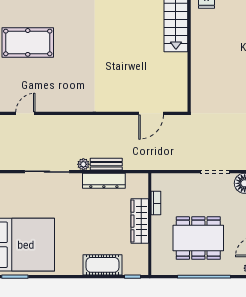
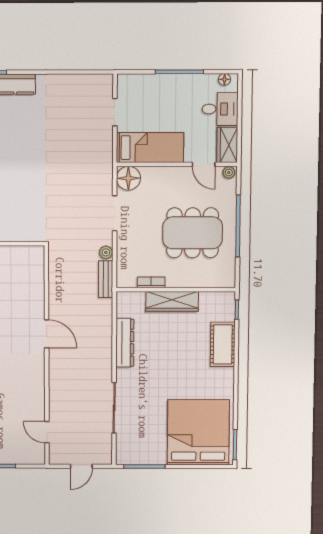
door: (151, 113) -> (47, 334), moved
plant: (83, 164) -> (106, 252), moved
bench: (106, 164) -> (106, 279), moved
dining table: (198, 238) -> (193, 233), turned 90

